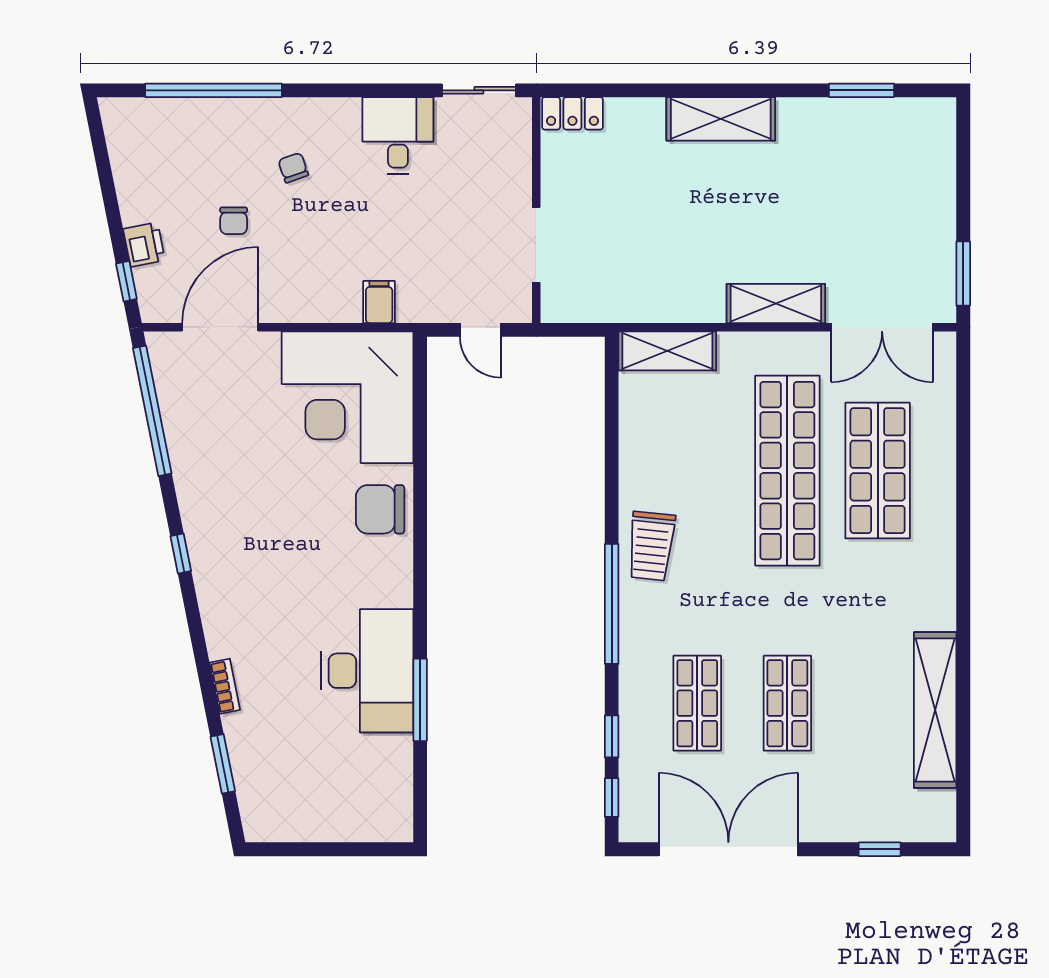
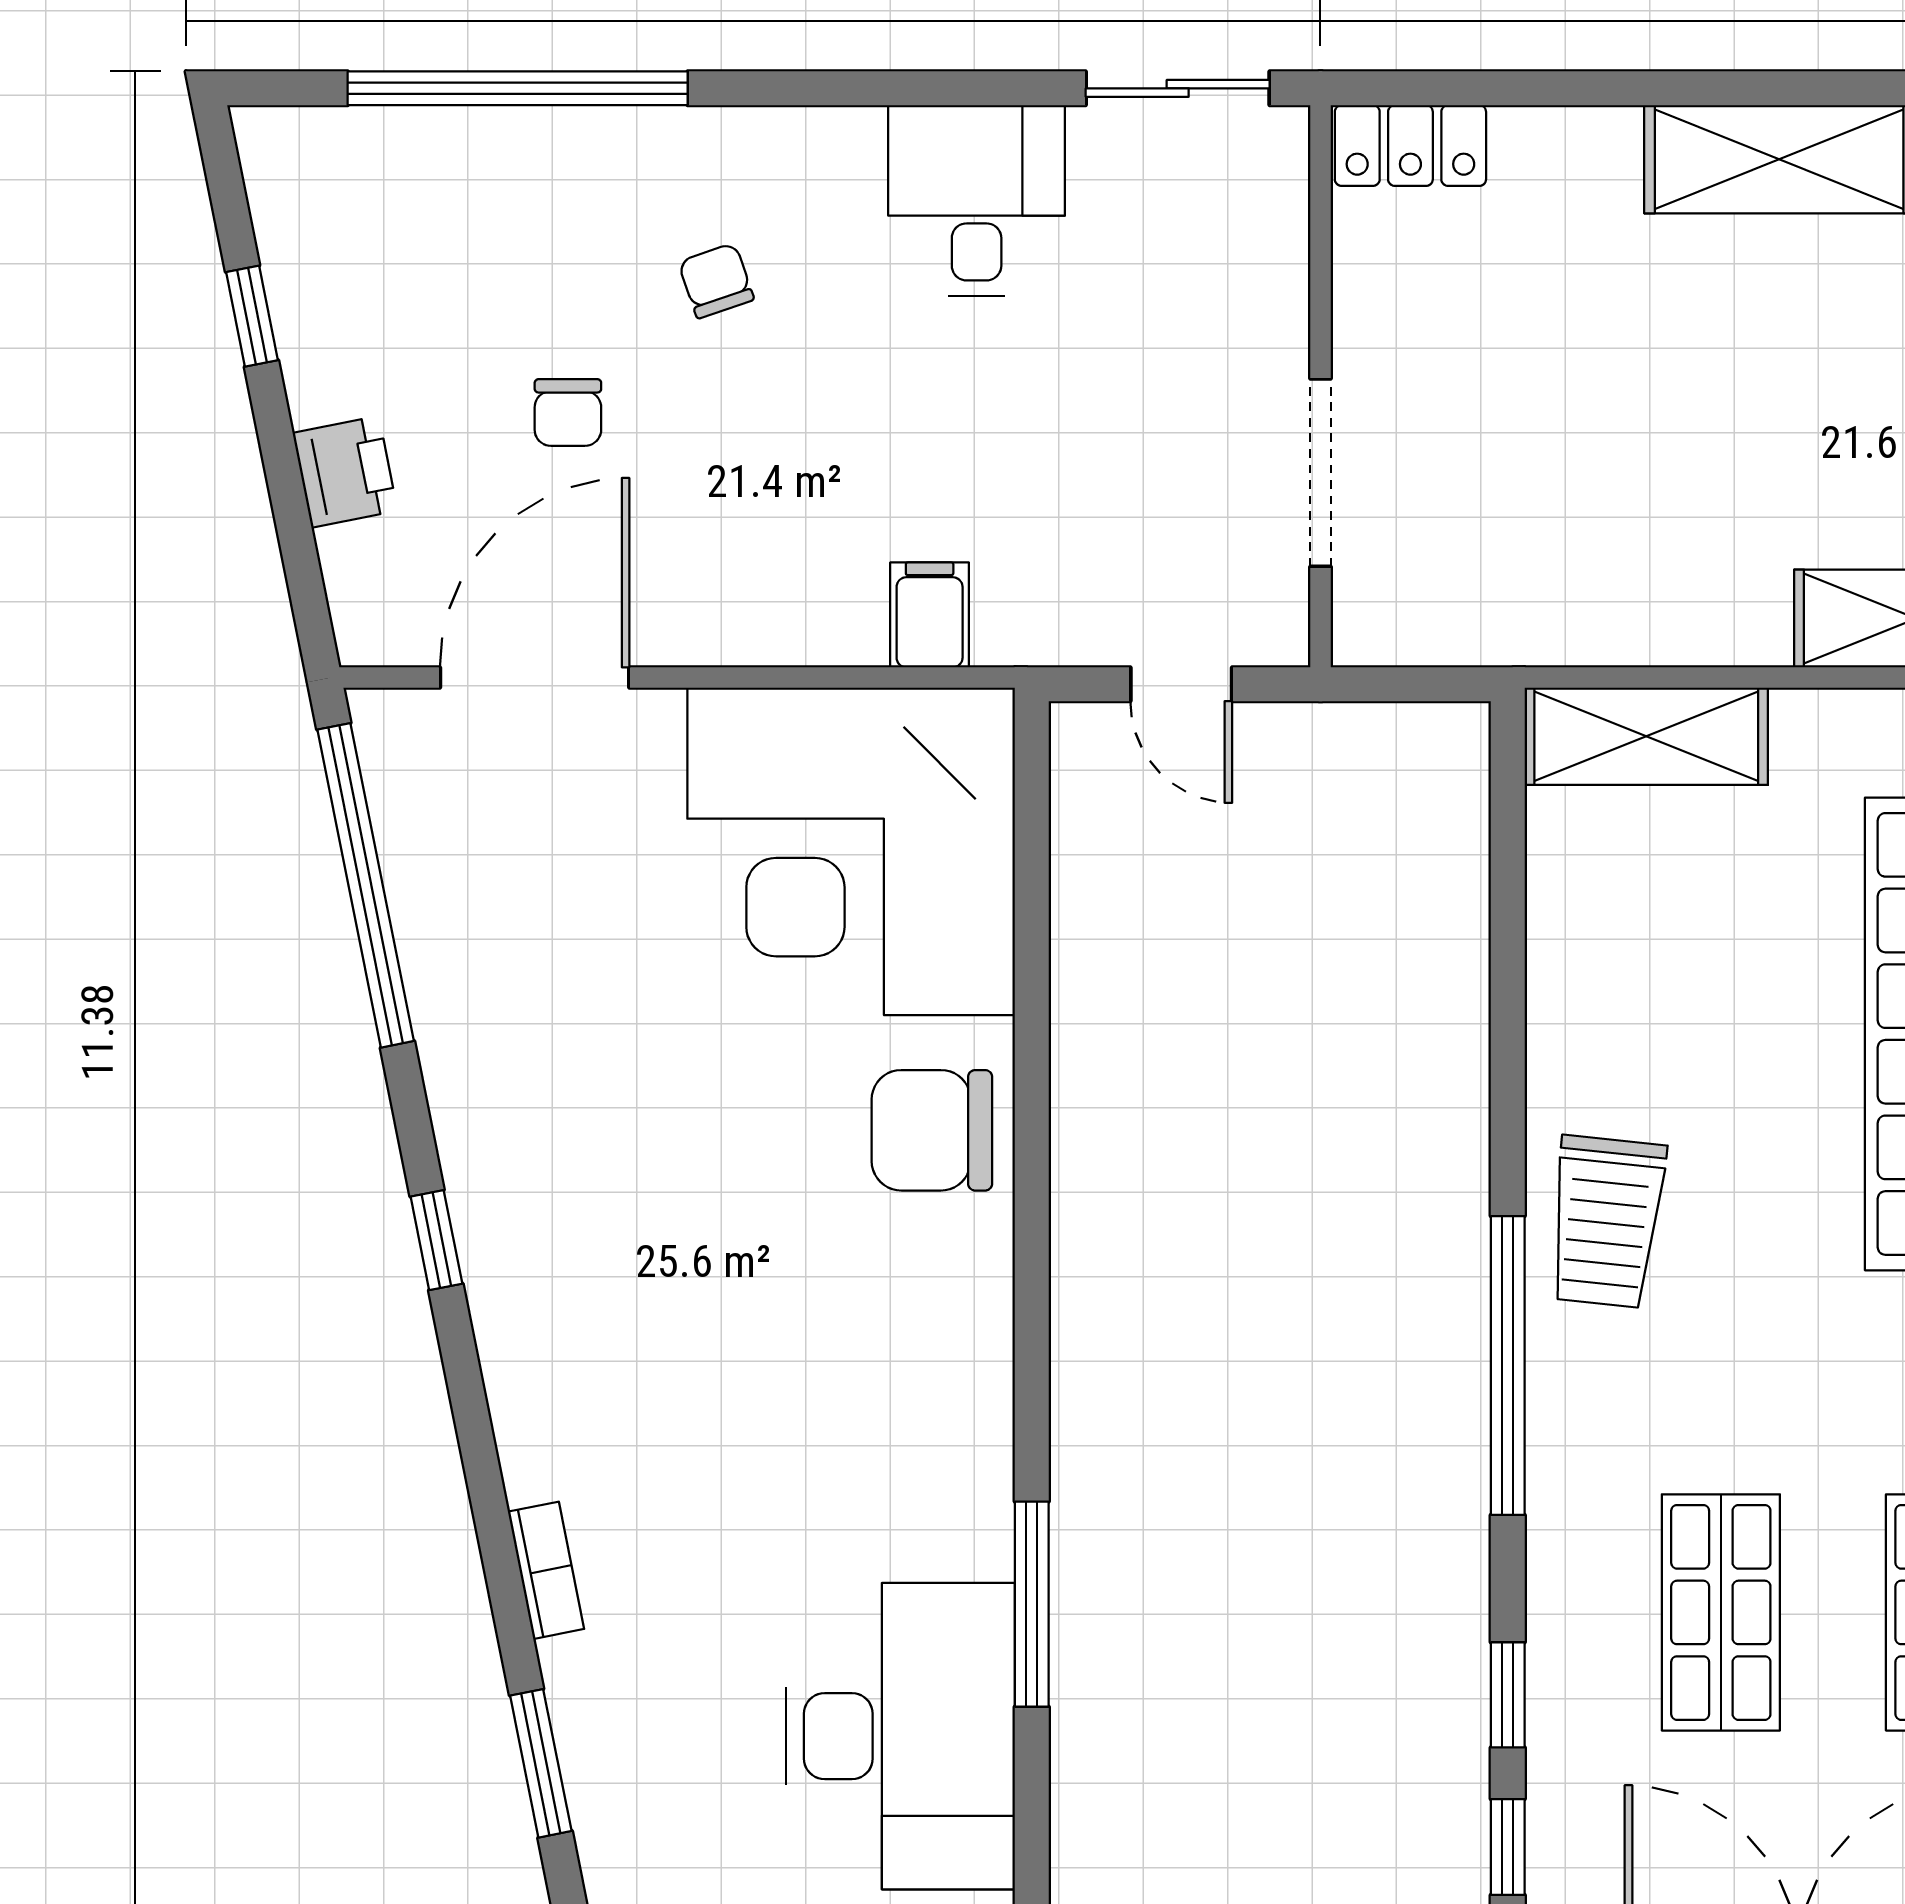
window: (126, 281) -> (252, 316), moved
desk: (367, 671) -> (900, 1736), moved

